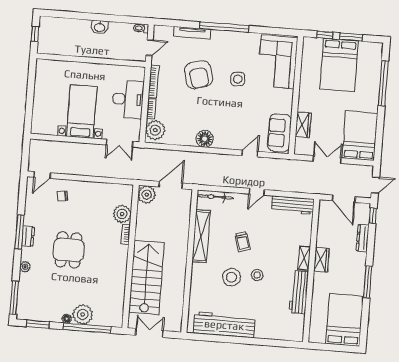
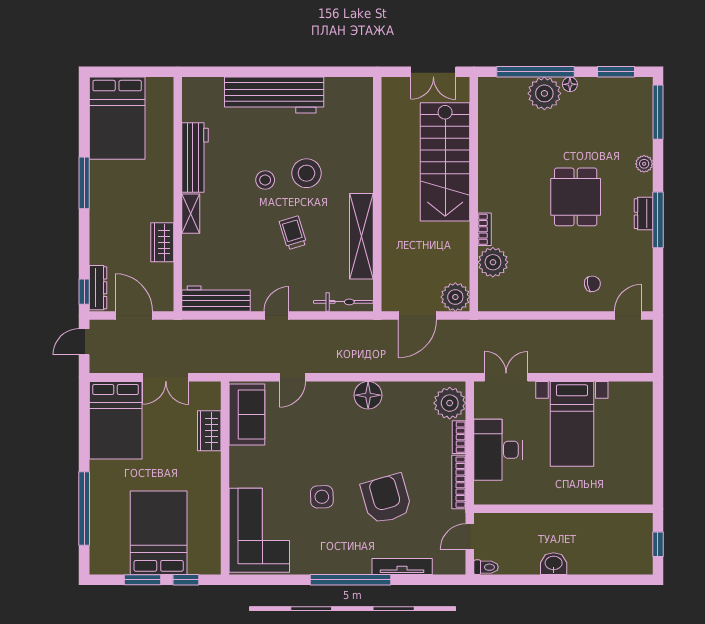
dresser: (363, 238) -> (98, 288), moved
wardrobe: (321, 260) -> (162, 242), moved
workbench: (224, 325) -> (274, 95), moved

